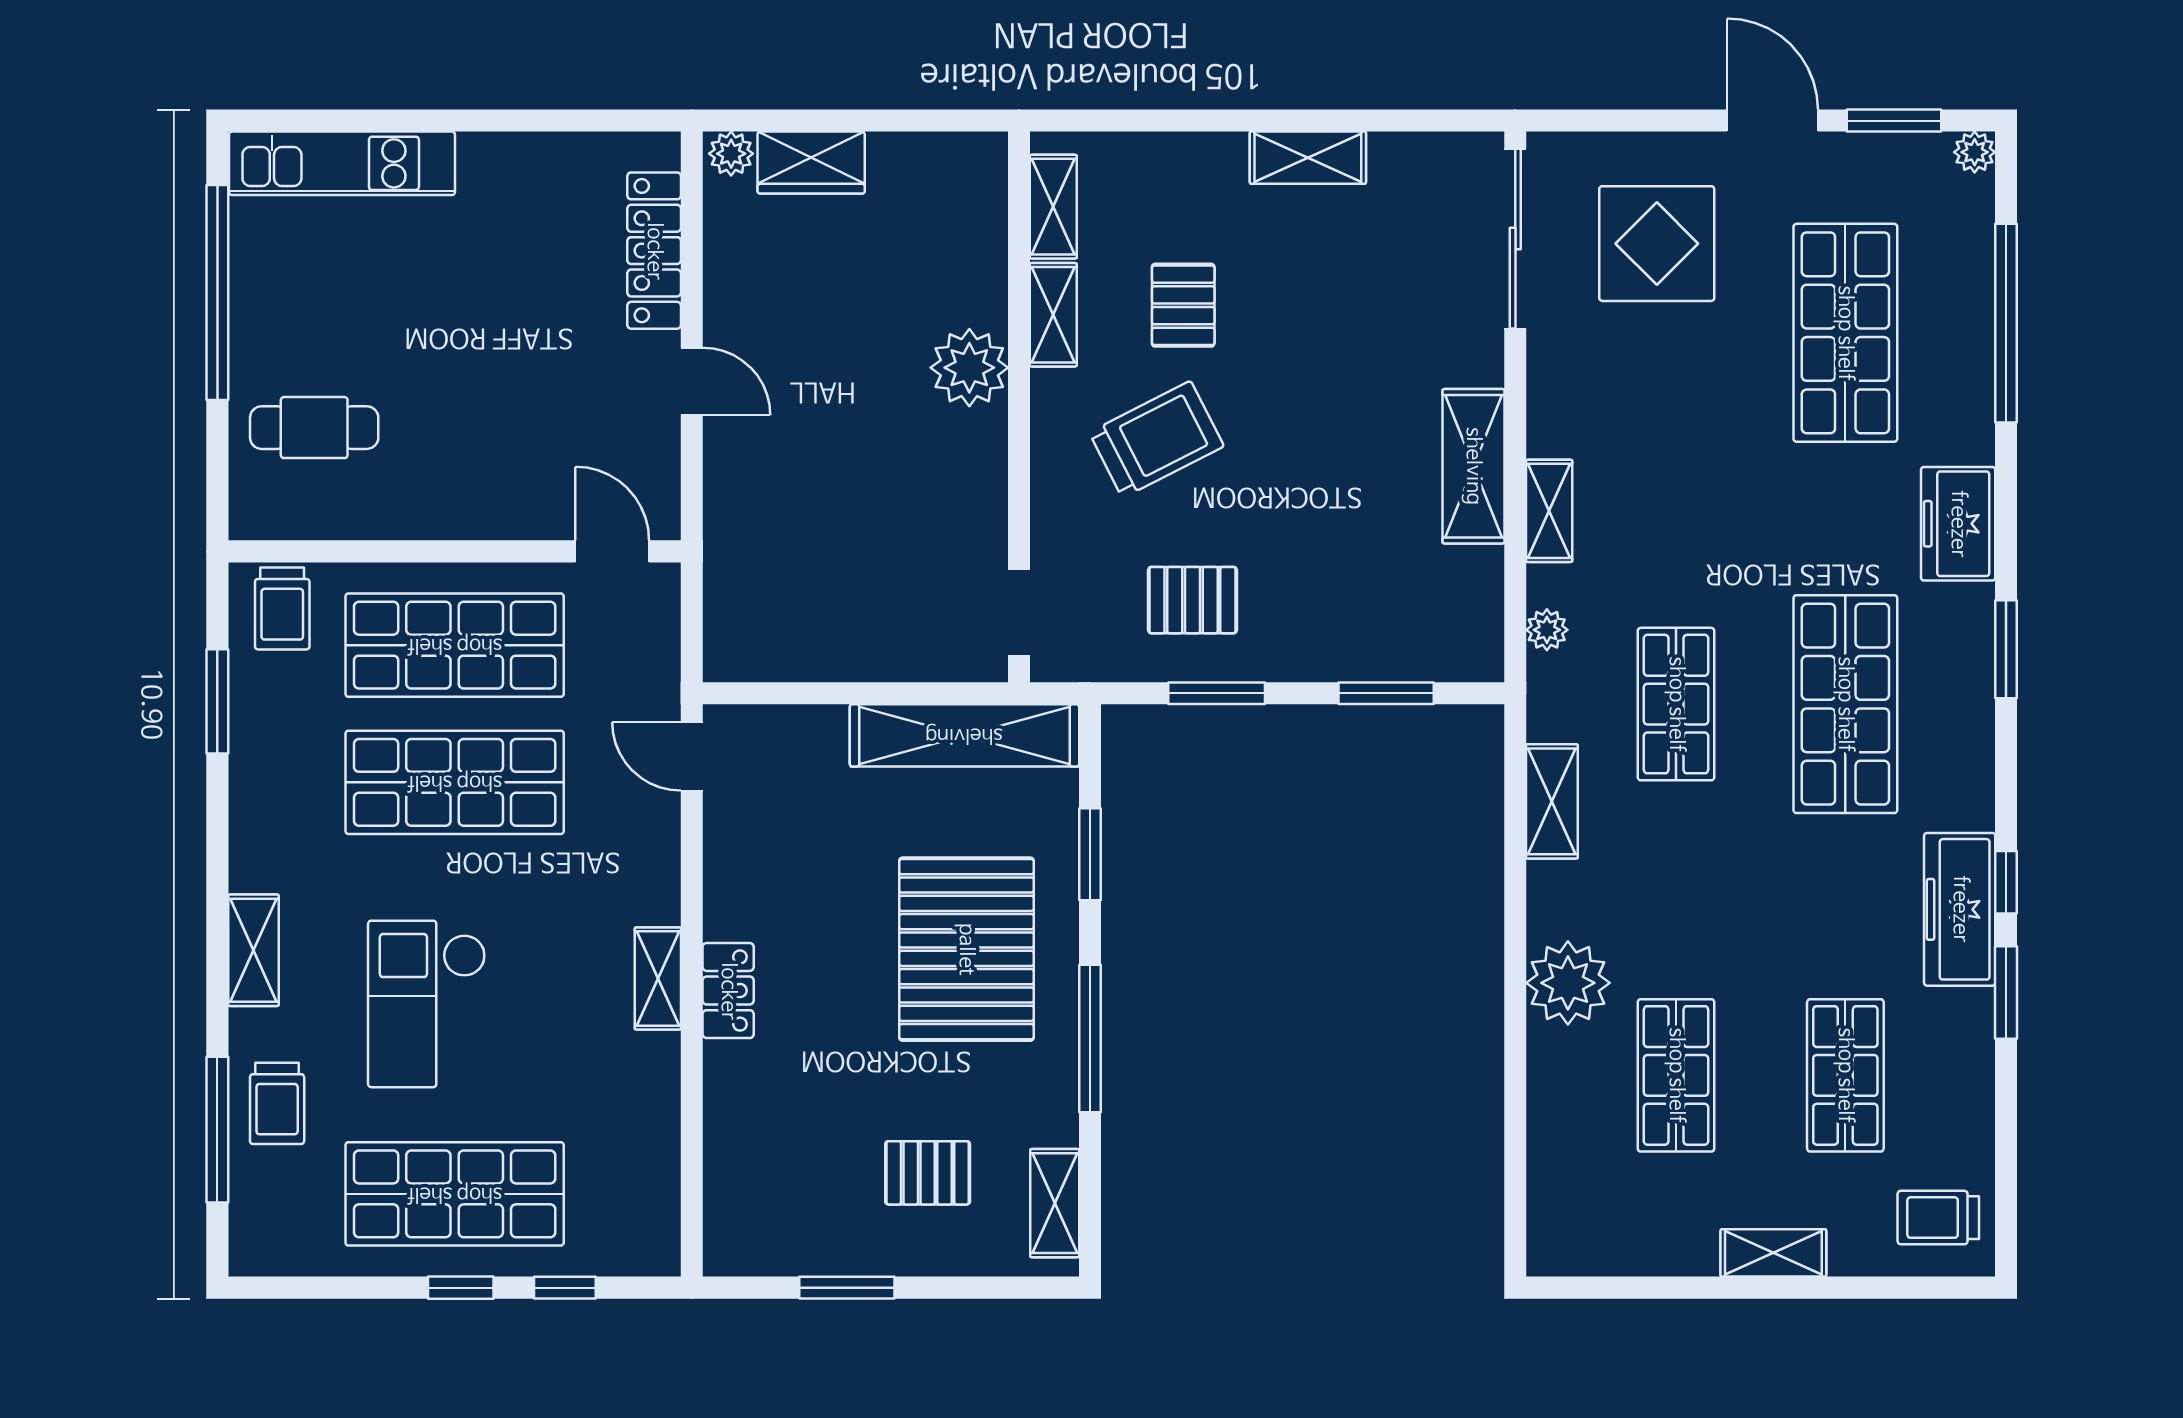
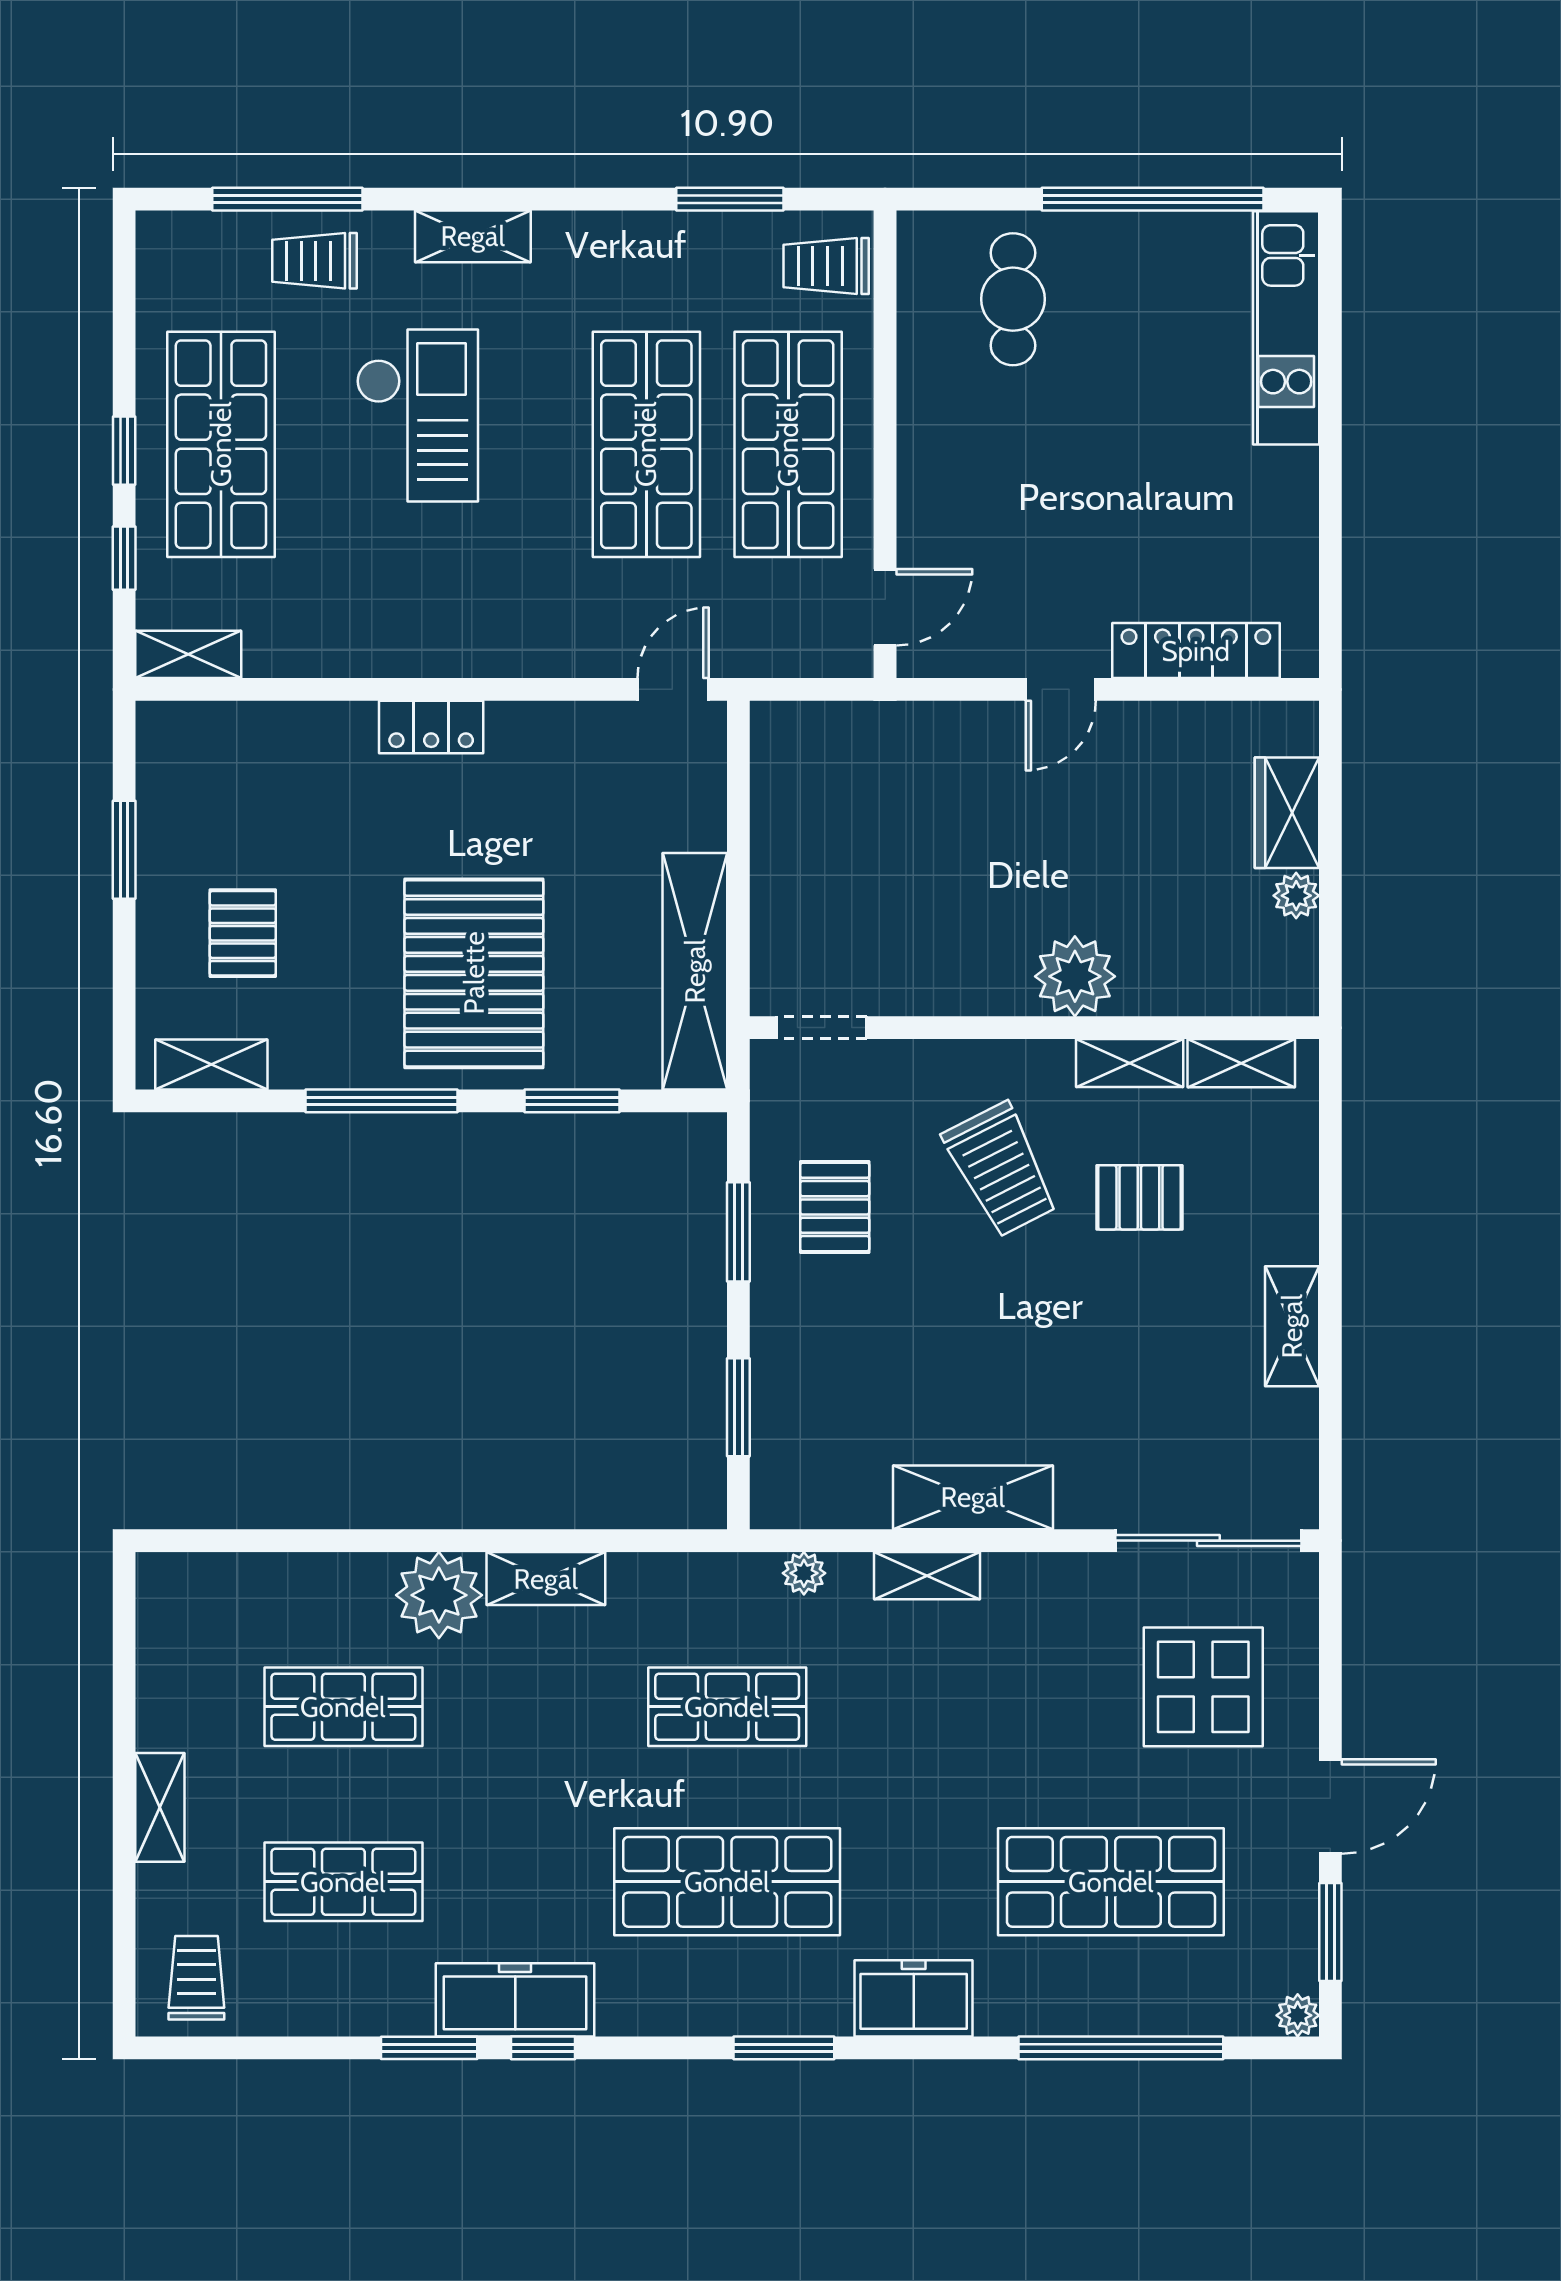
plant: (731, 154) -> (1296, 896), moved
shelving: (1552, 801) -> (546, 1579), moved
pallet: (966, 949) -> (474, 973), turned 90
shelving: (658, 978) -> (188, 654), moved
checkout: (427, 1004) -> (417, 416), turned 90

